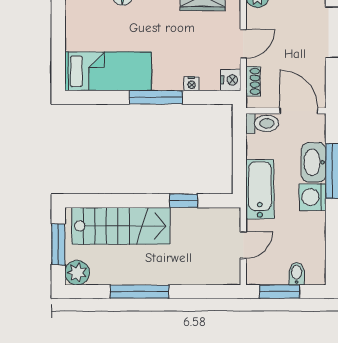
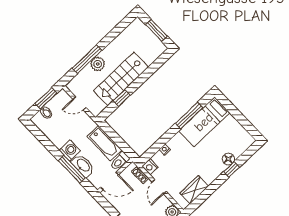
window: (156, 97) -> (189, 116), moved
bathtub: (260, 189) -> (104, 143), moved
stairs: (121, 226) -> (121, 79), moved
door: (243, 245) -> (79, 103), hinge flipped
plant: (77, 273) -> (98, 64), moved
window: (140, 292) -> (87, 59), moved

